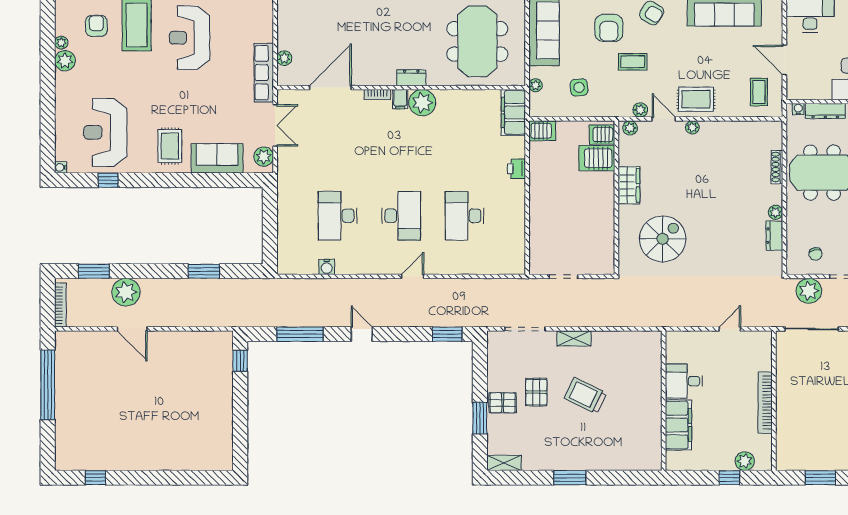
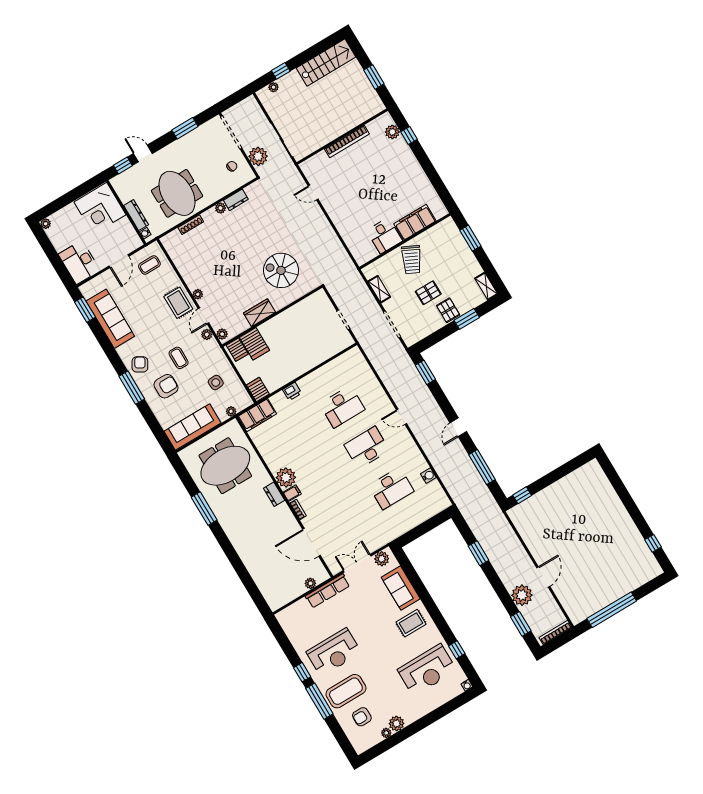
desk: (684, 381) -> (384, 236), moved
wall: (664, 401) -> (405, 241), moved
filing cabinet: (678, 425) -> (415, 222), moved

